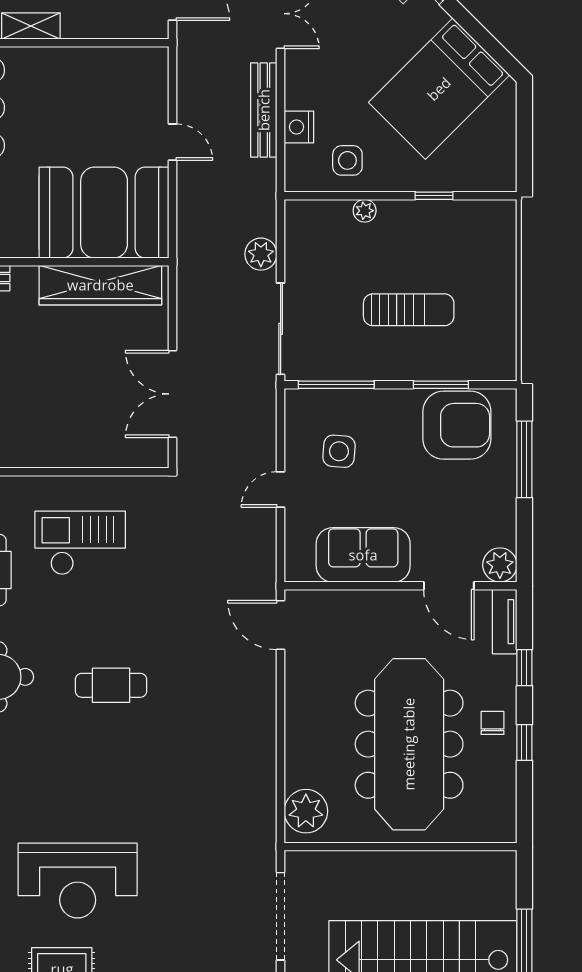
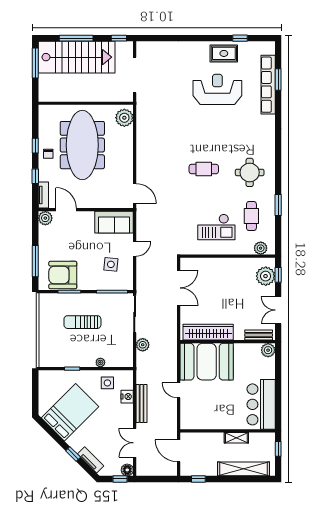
sofa: (363, 555) -> (114, 222), moved

